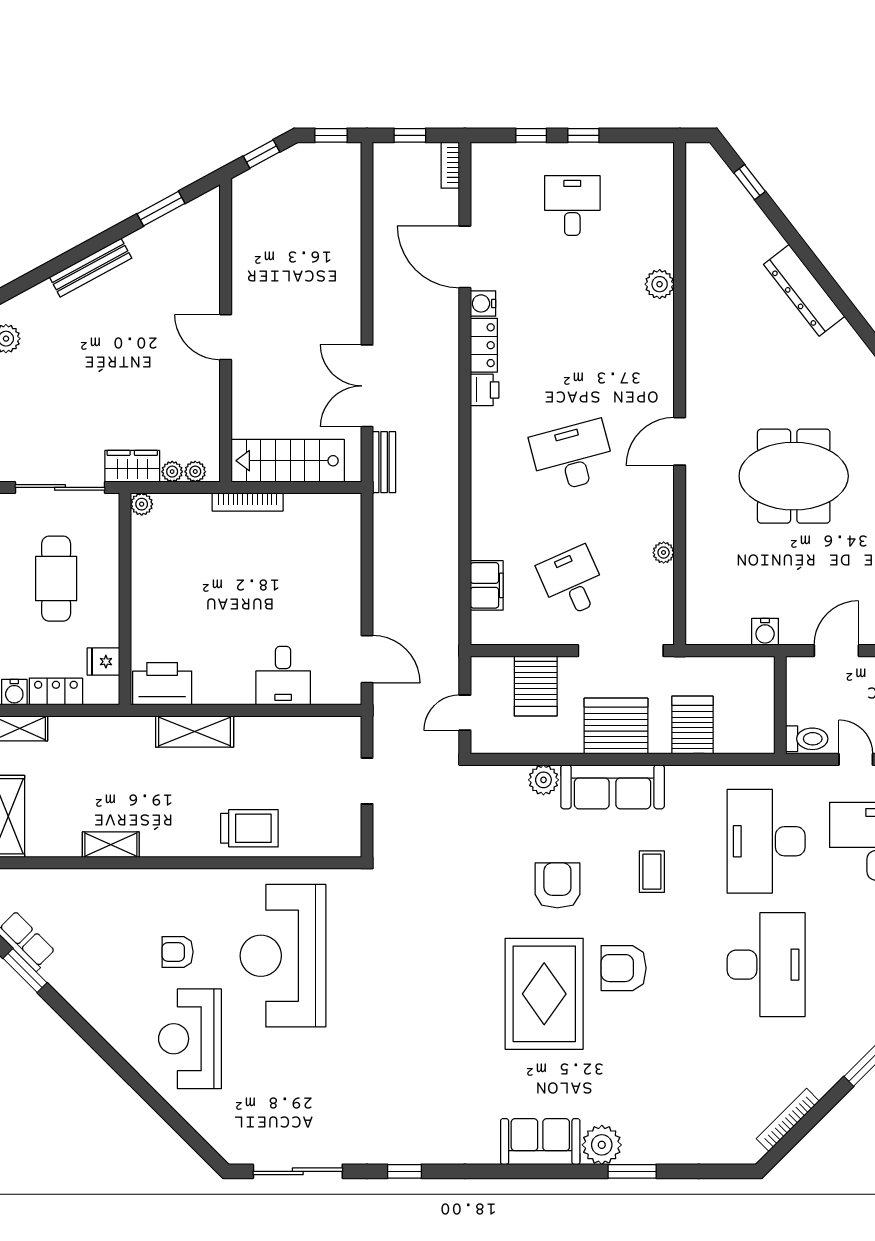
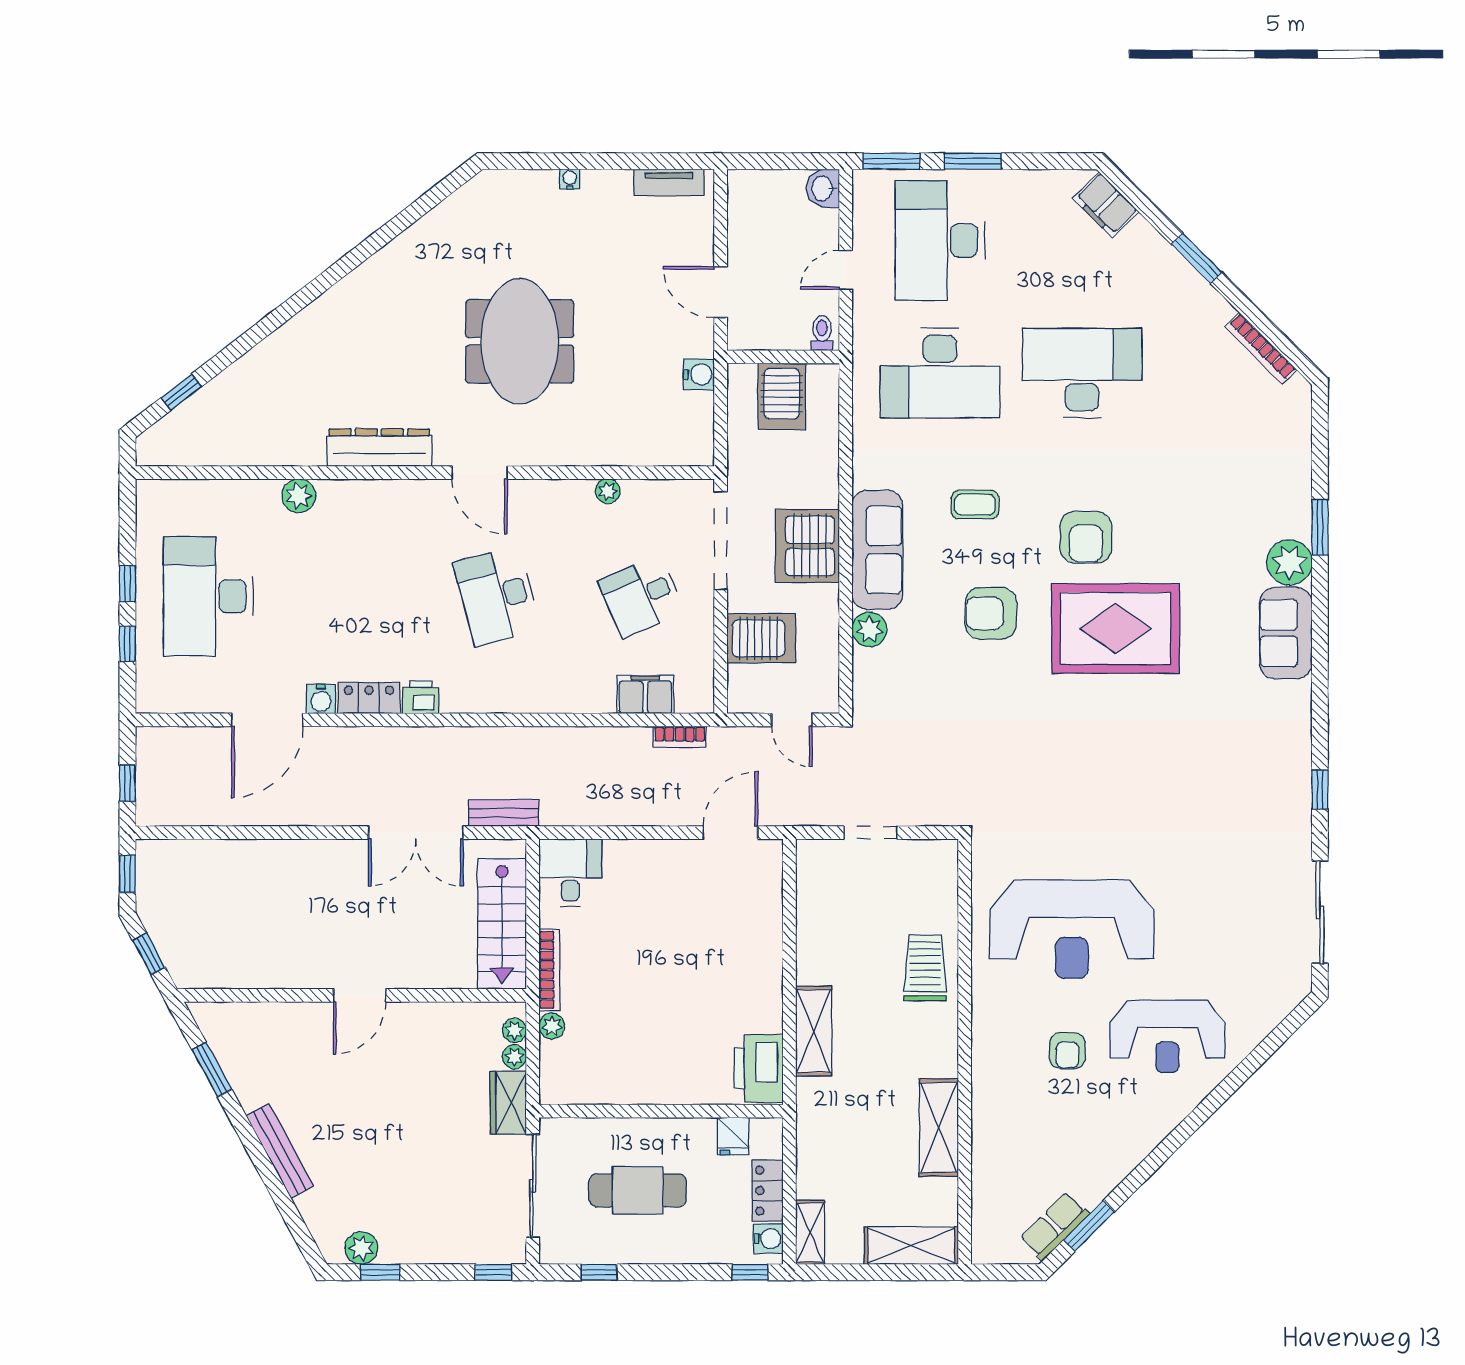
bookcase: (450, 165) -> (680, 737), moved
desk: (572, 206) -> (208, 596), width x1.87, depth x1.30
dresser: (804, 290) -> (379, 448), moved, turned -142
plant: (142, 504) -> (552, 1026), moved
desk: (283, 676) -> (570, 873), moved, turned -90
server rack: (692, 725) -> (782, 396), moved, turned -90
toilet: (807, 739) -> (822, 333), width x0.73, depth x0.72
shelving: (111, 845) -> (939, 1127), width x1.50, depth x1.33

